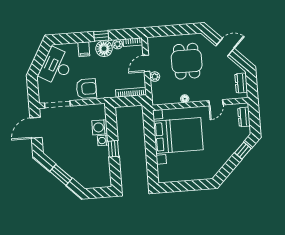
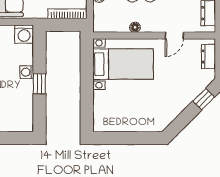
washing machine: (100, 127) -> (24, 34), moved, turned -90
bed with nightstands: (178, 135) -> (123, 64), width x0.73

